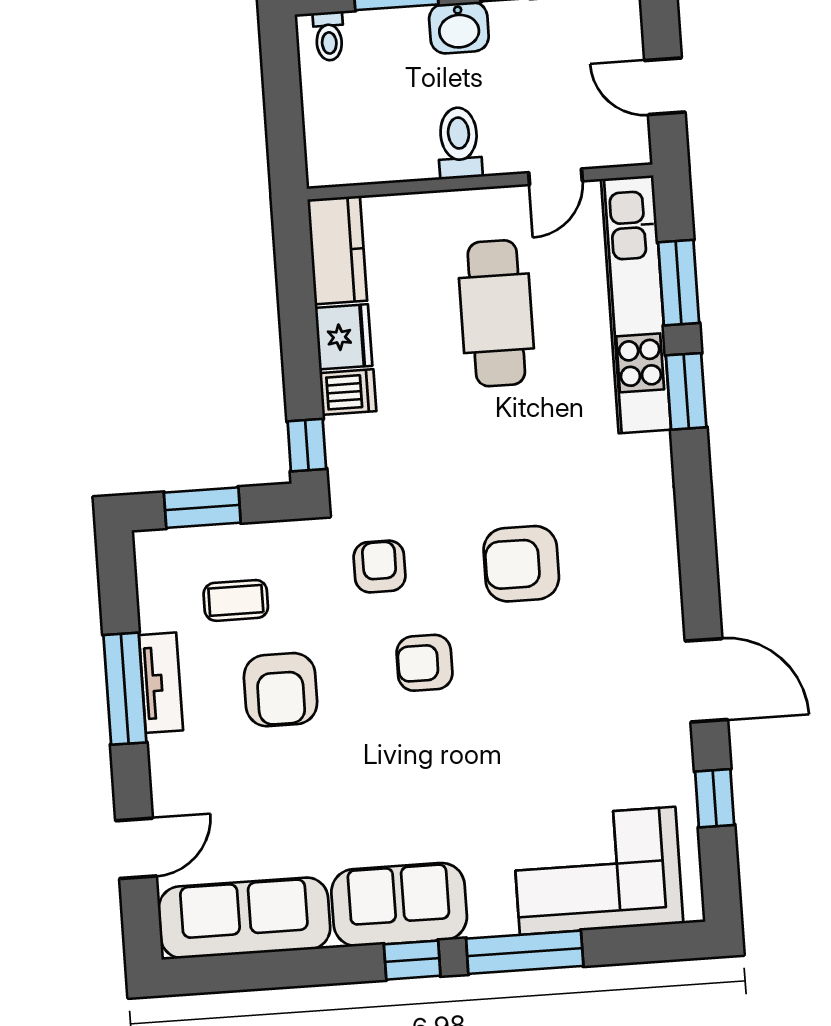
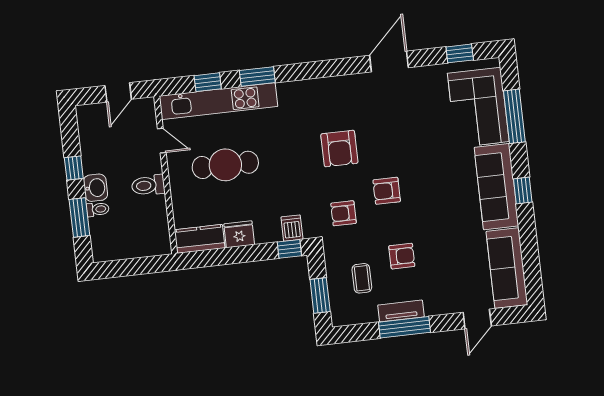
toilet: (329, 36) -> (98, 209), moved
window: (679, 283) -> (208, 82), width x0.67
dishwasher: (348, 392) -> (292, 228), moved
armchair: (424, 663) -> (387, 191), turned 90
armchair: (281, 690) -> (402, 256), width x0.72, depth x0.72
window: (715, 798) -> (460, 53), moved
door: (136, 848) -> (477, 319), swing flipped
sofa: (399, 905) -> (496, 187), width x1.36
window: (525, 952) -> (514, 116), moved

